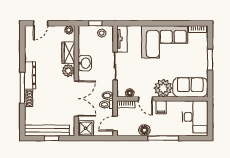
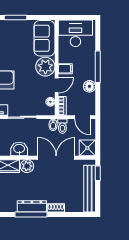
window: (22, 88) -> (31, 214), moved
window: (51, 138) -> (98, 173), moved

